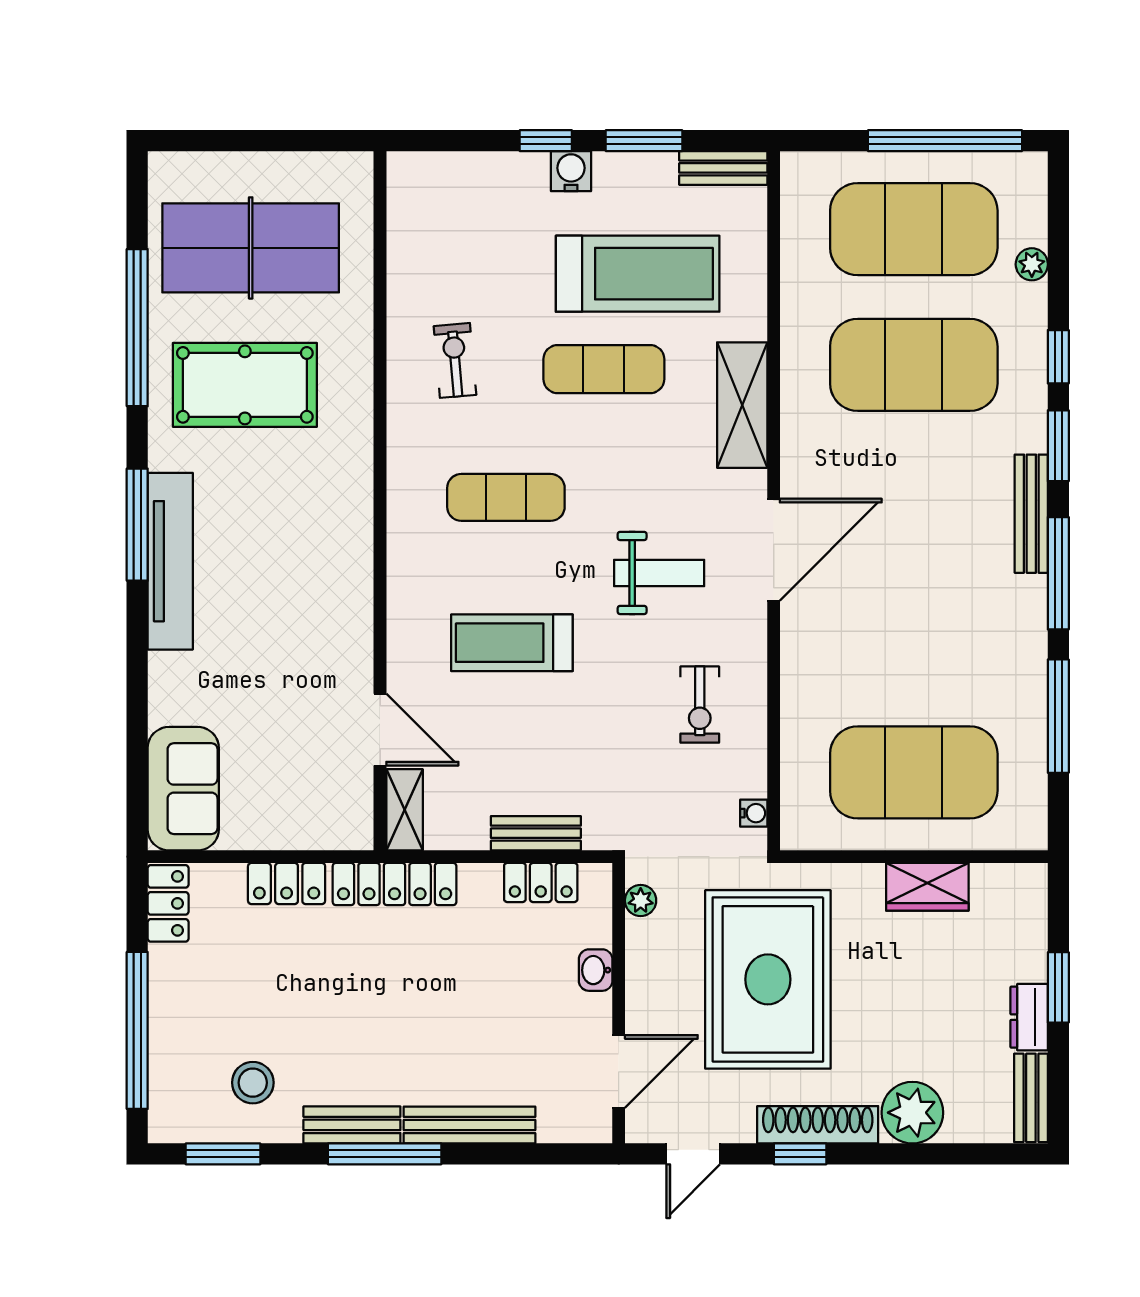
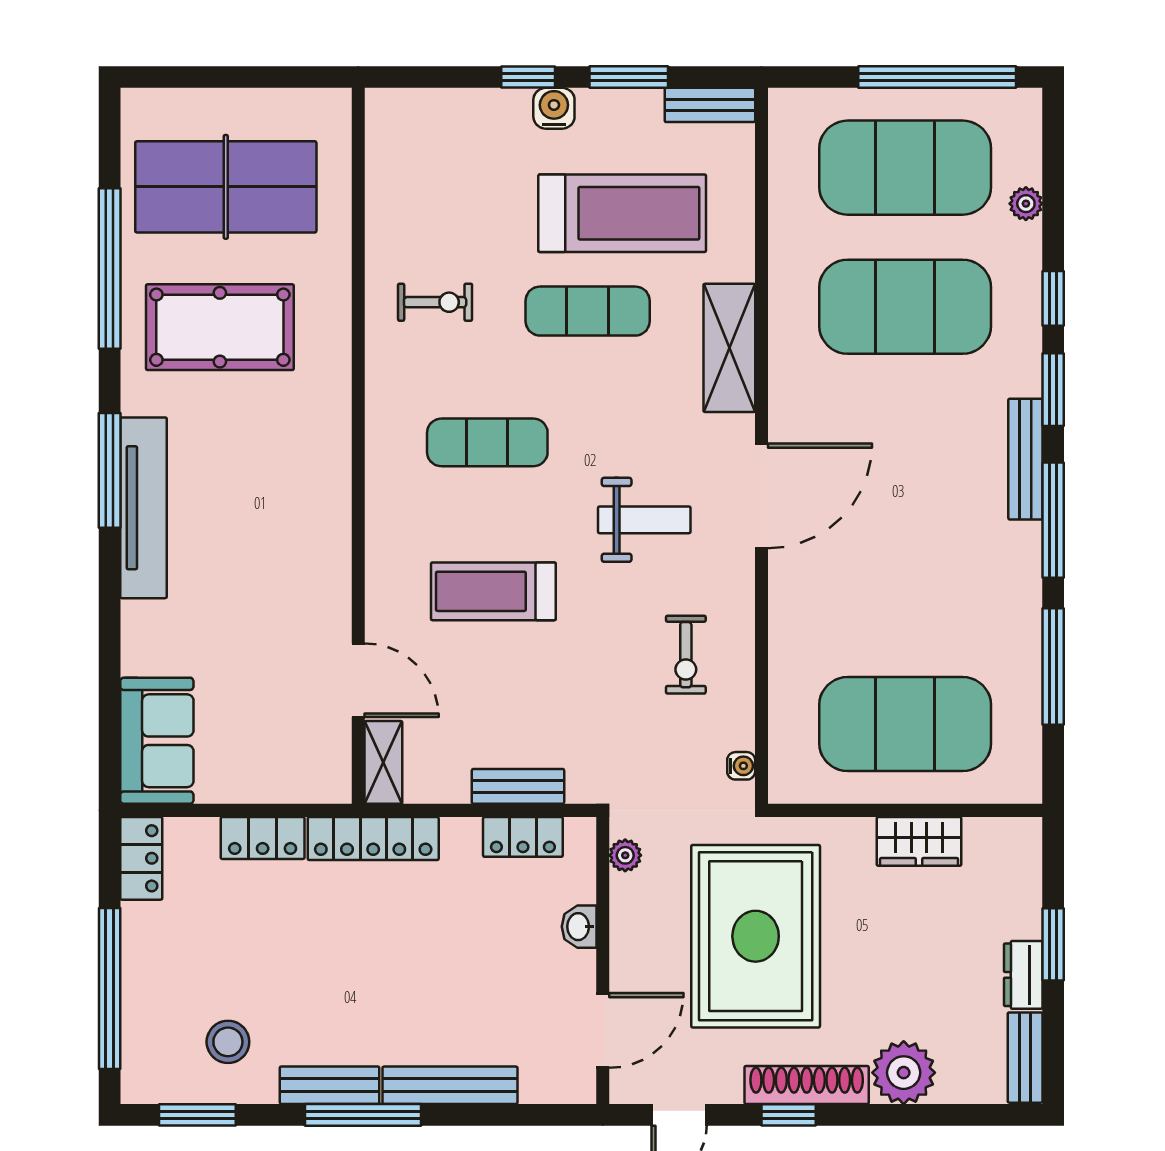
exercise bike: (455, 360) -> (435, 302), turned 95

